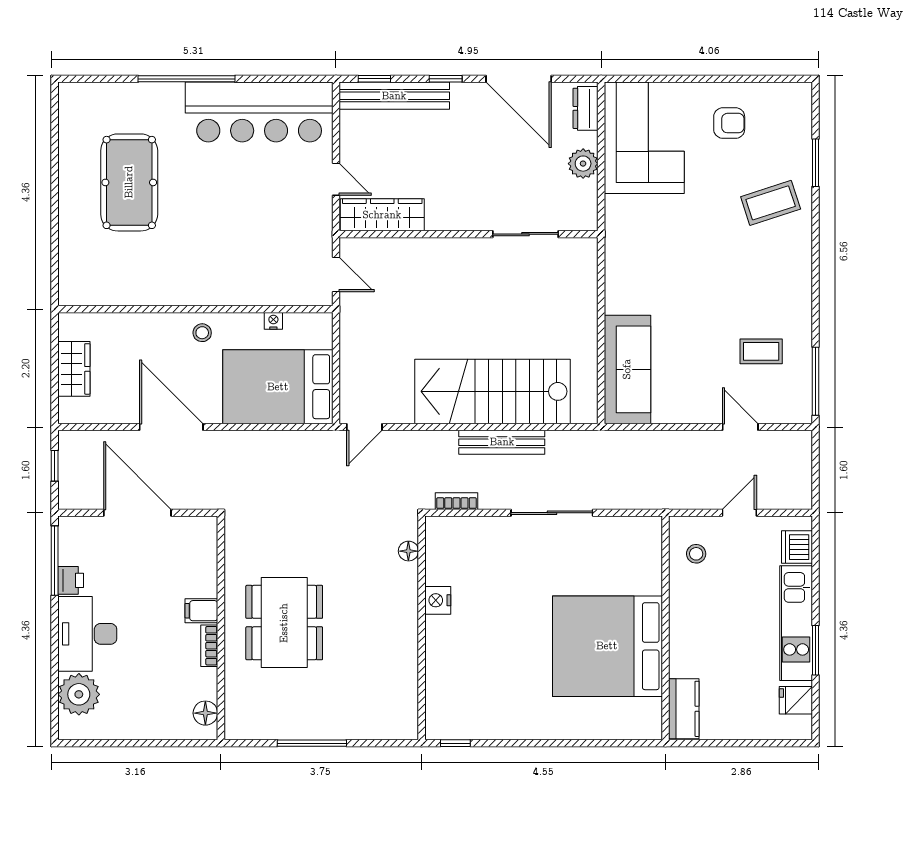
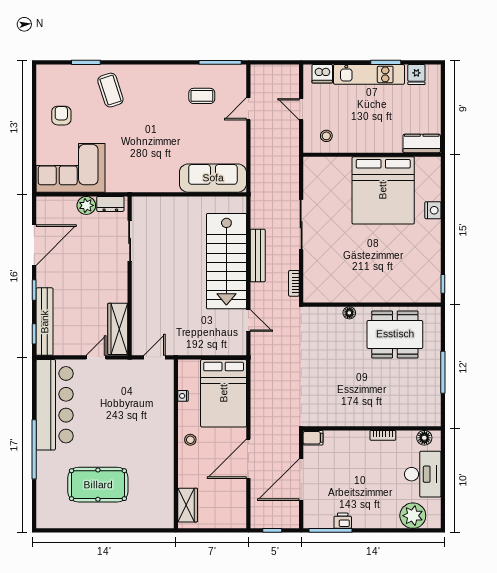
dresser: (586, 108) -> (110, 204), moved
coffee table: (761, 351) -> (202, 96), turned 90
wardrobe: (74, 369) -> (188, 505), moved, turned 90
door: (364, 427) -> (248, 321), moved
floor lamp: (408, 551) -> (349, 313), moved
nightstand: (438, 600) -> (433, 210), moved, turned -90
filing cabinet: (201, 611) -> (313, 438), moved, turned -90
dining table: (284, 623) -> (395, 334), moved
desk: (87, 634) -> (423, 474), moved, turned -90

